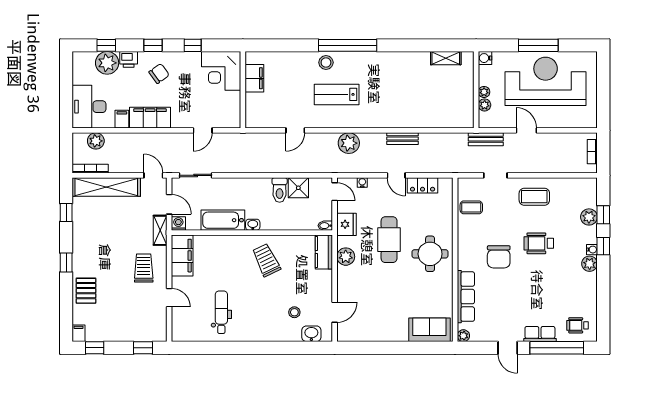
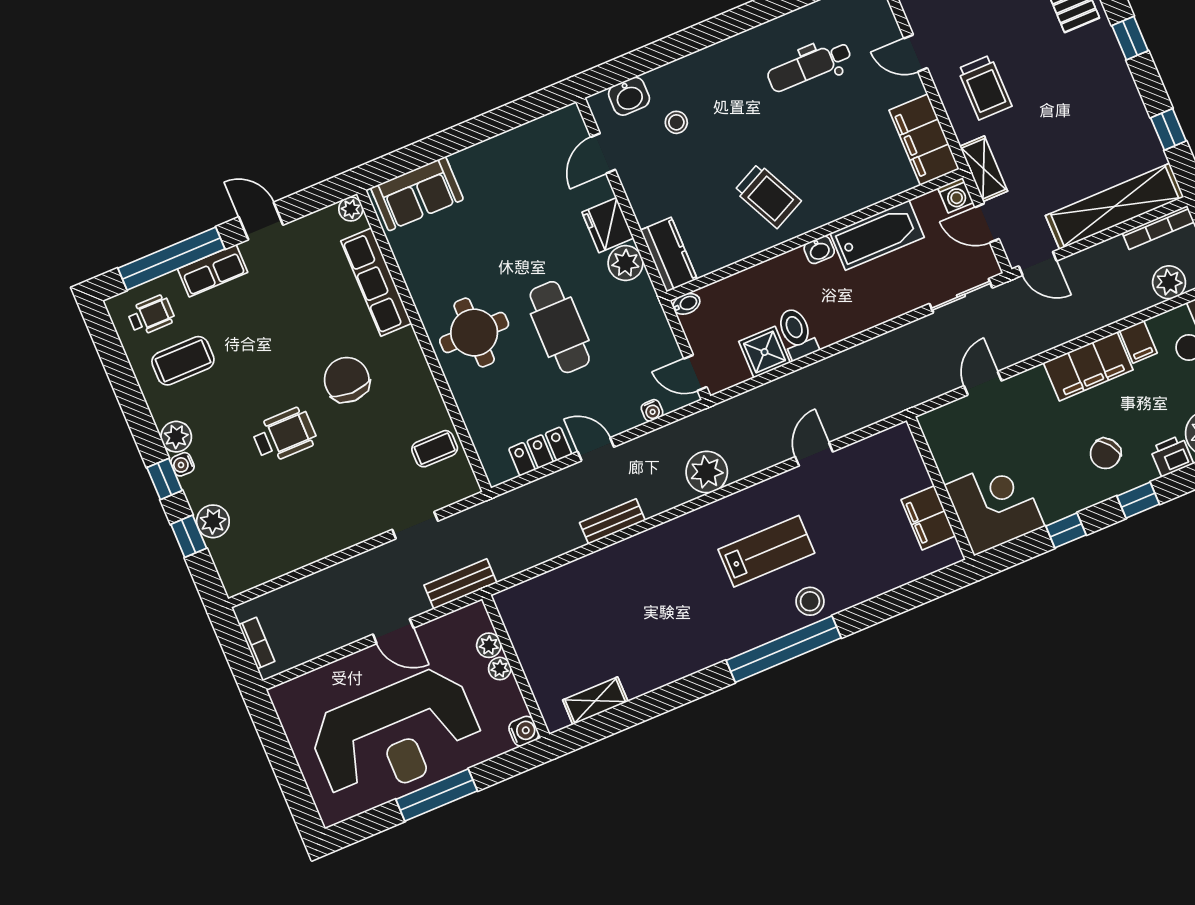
coffee table: (534, 197) -> (183, 361), moved
fridge: (347, 224) -> (608, 225), moved
dental chair: (221, 312) -> (809, 66), turned 90

